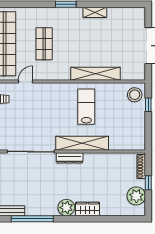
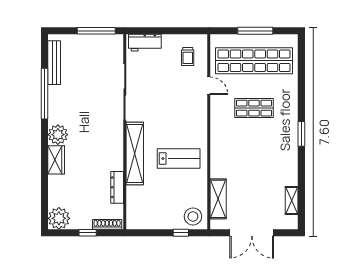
shelving: (95, 12) -> (292, 200), moved
shelving: (95, 74) -> (218, 199), moved, width x0.68
dresser: (70, 158) -> (117, 187), moved
plant: (136, 196) -> (59, 218), moved

